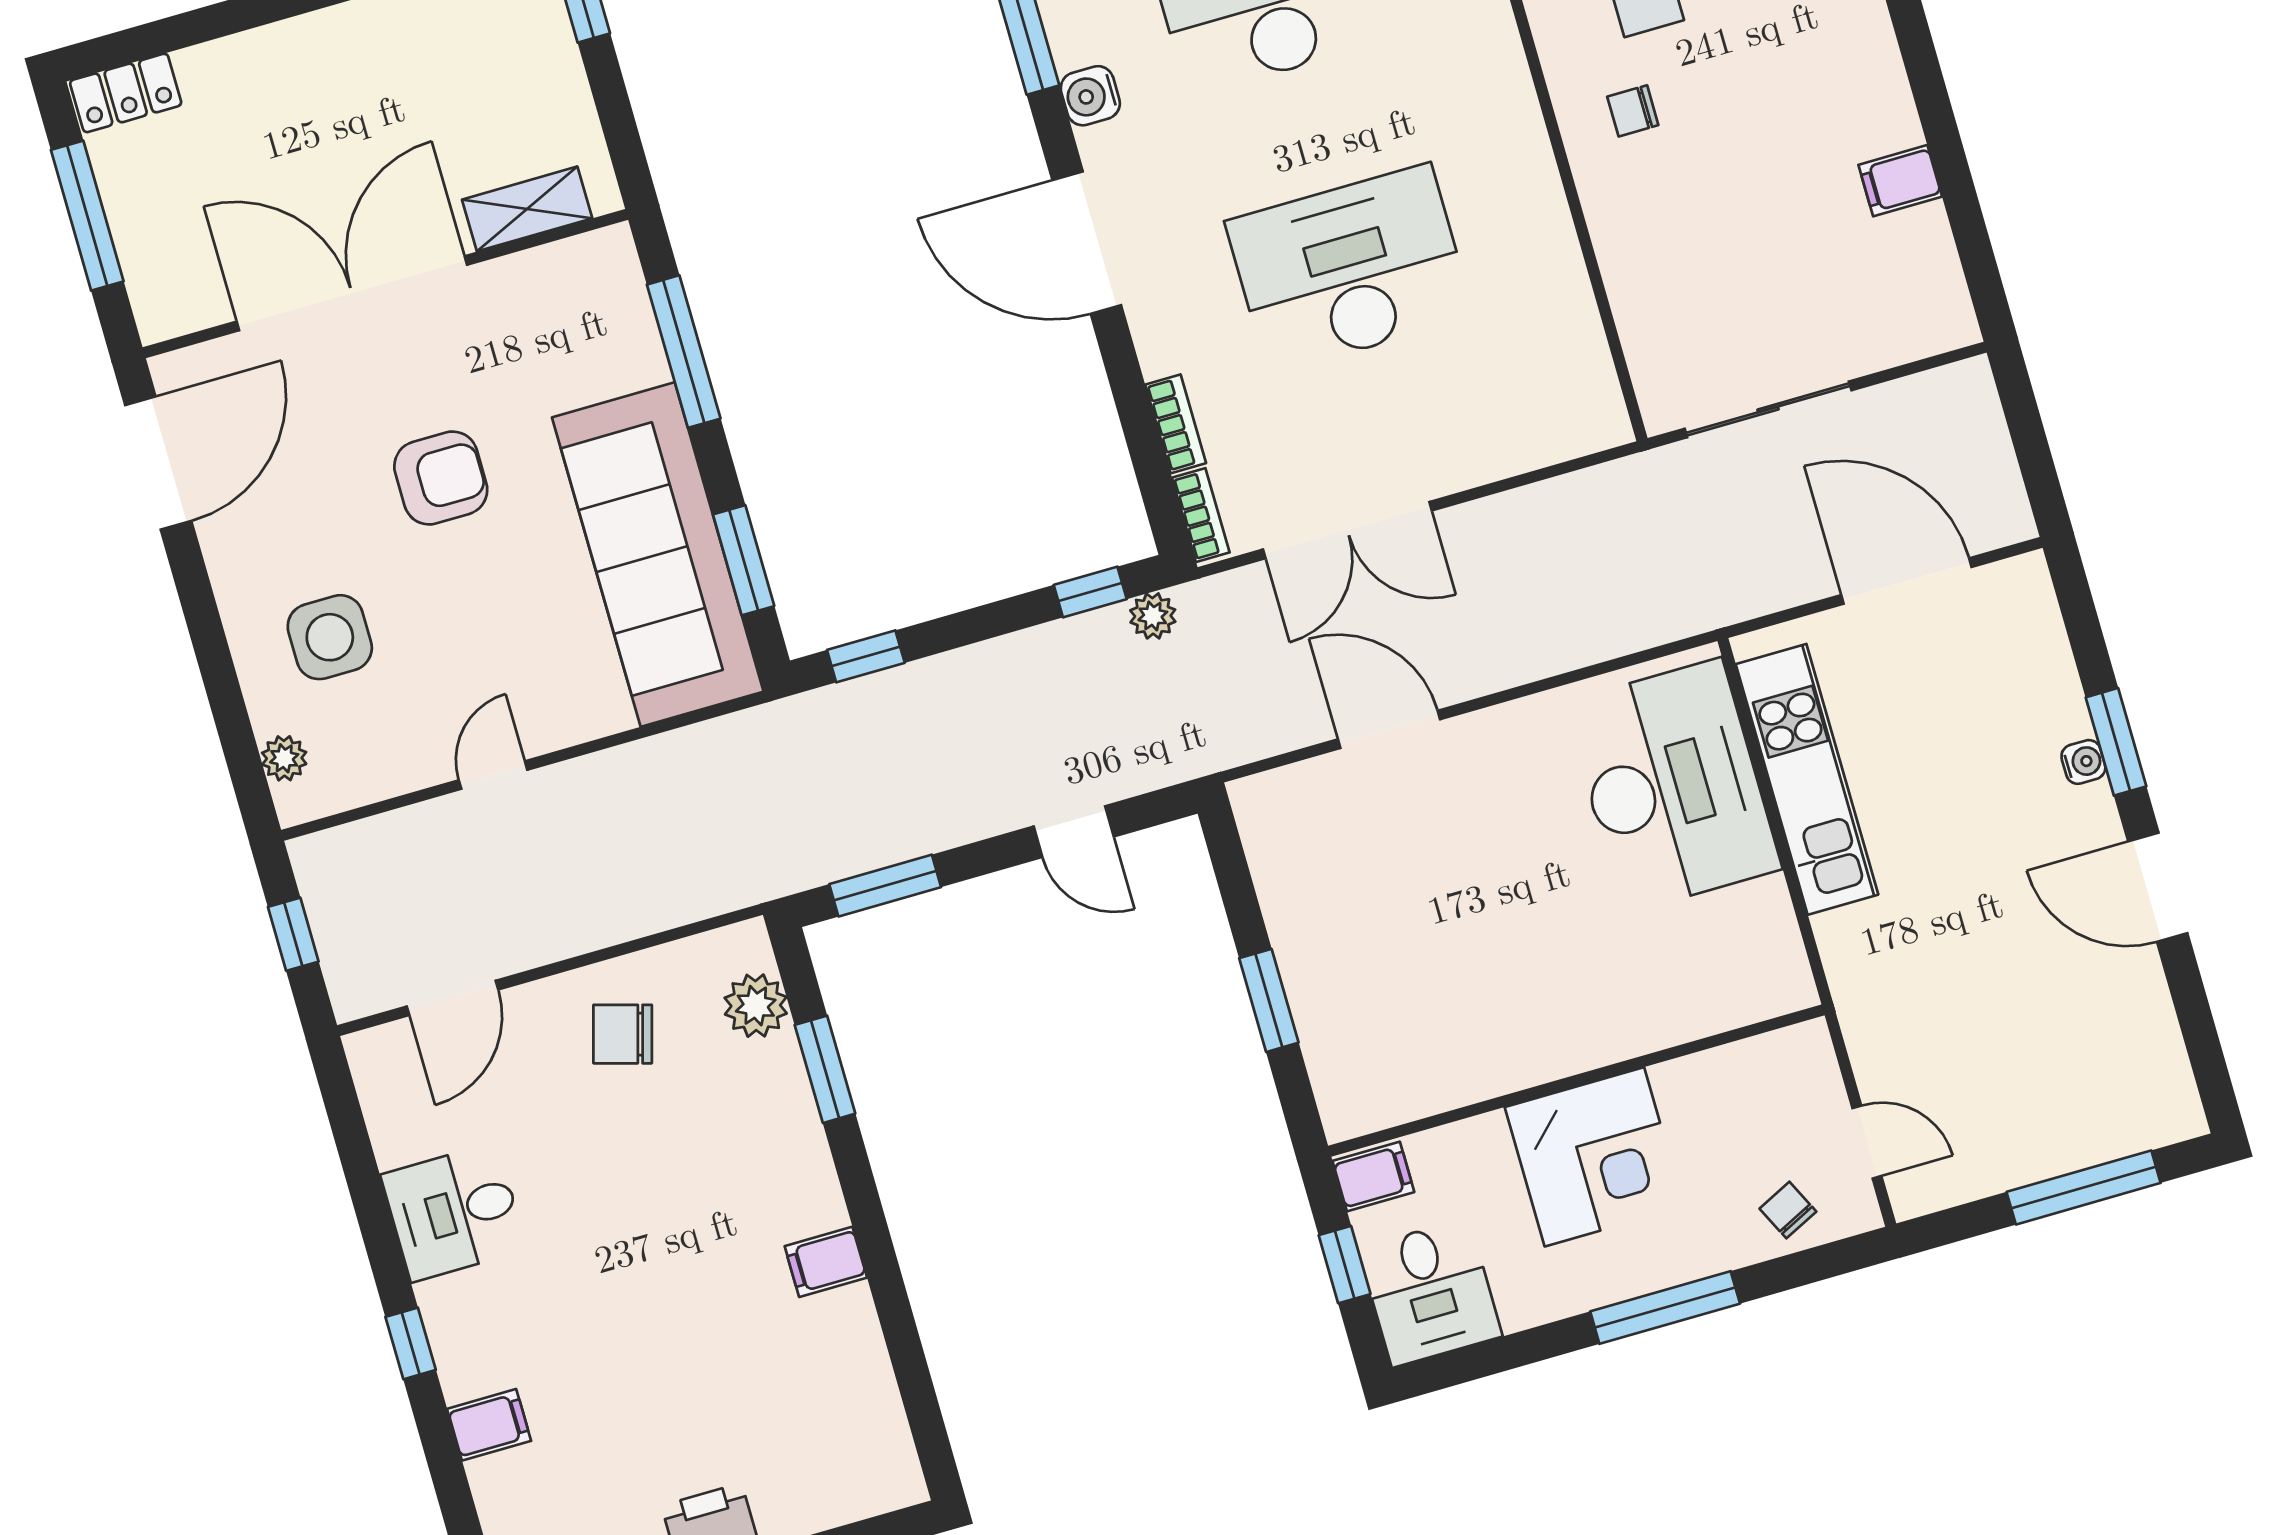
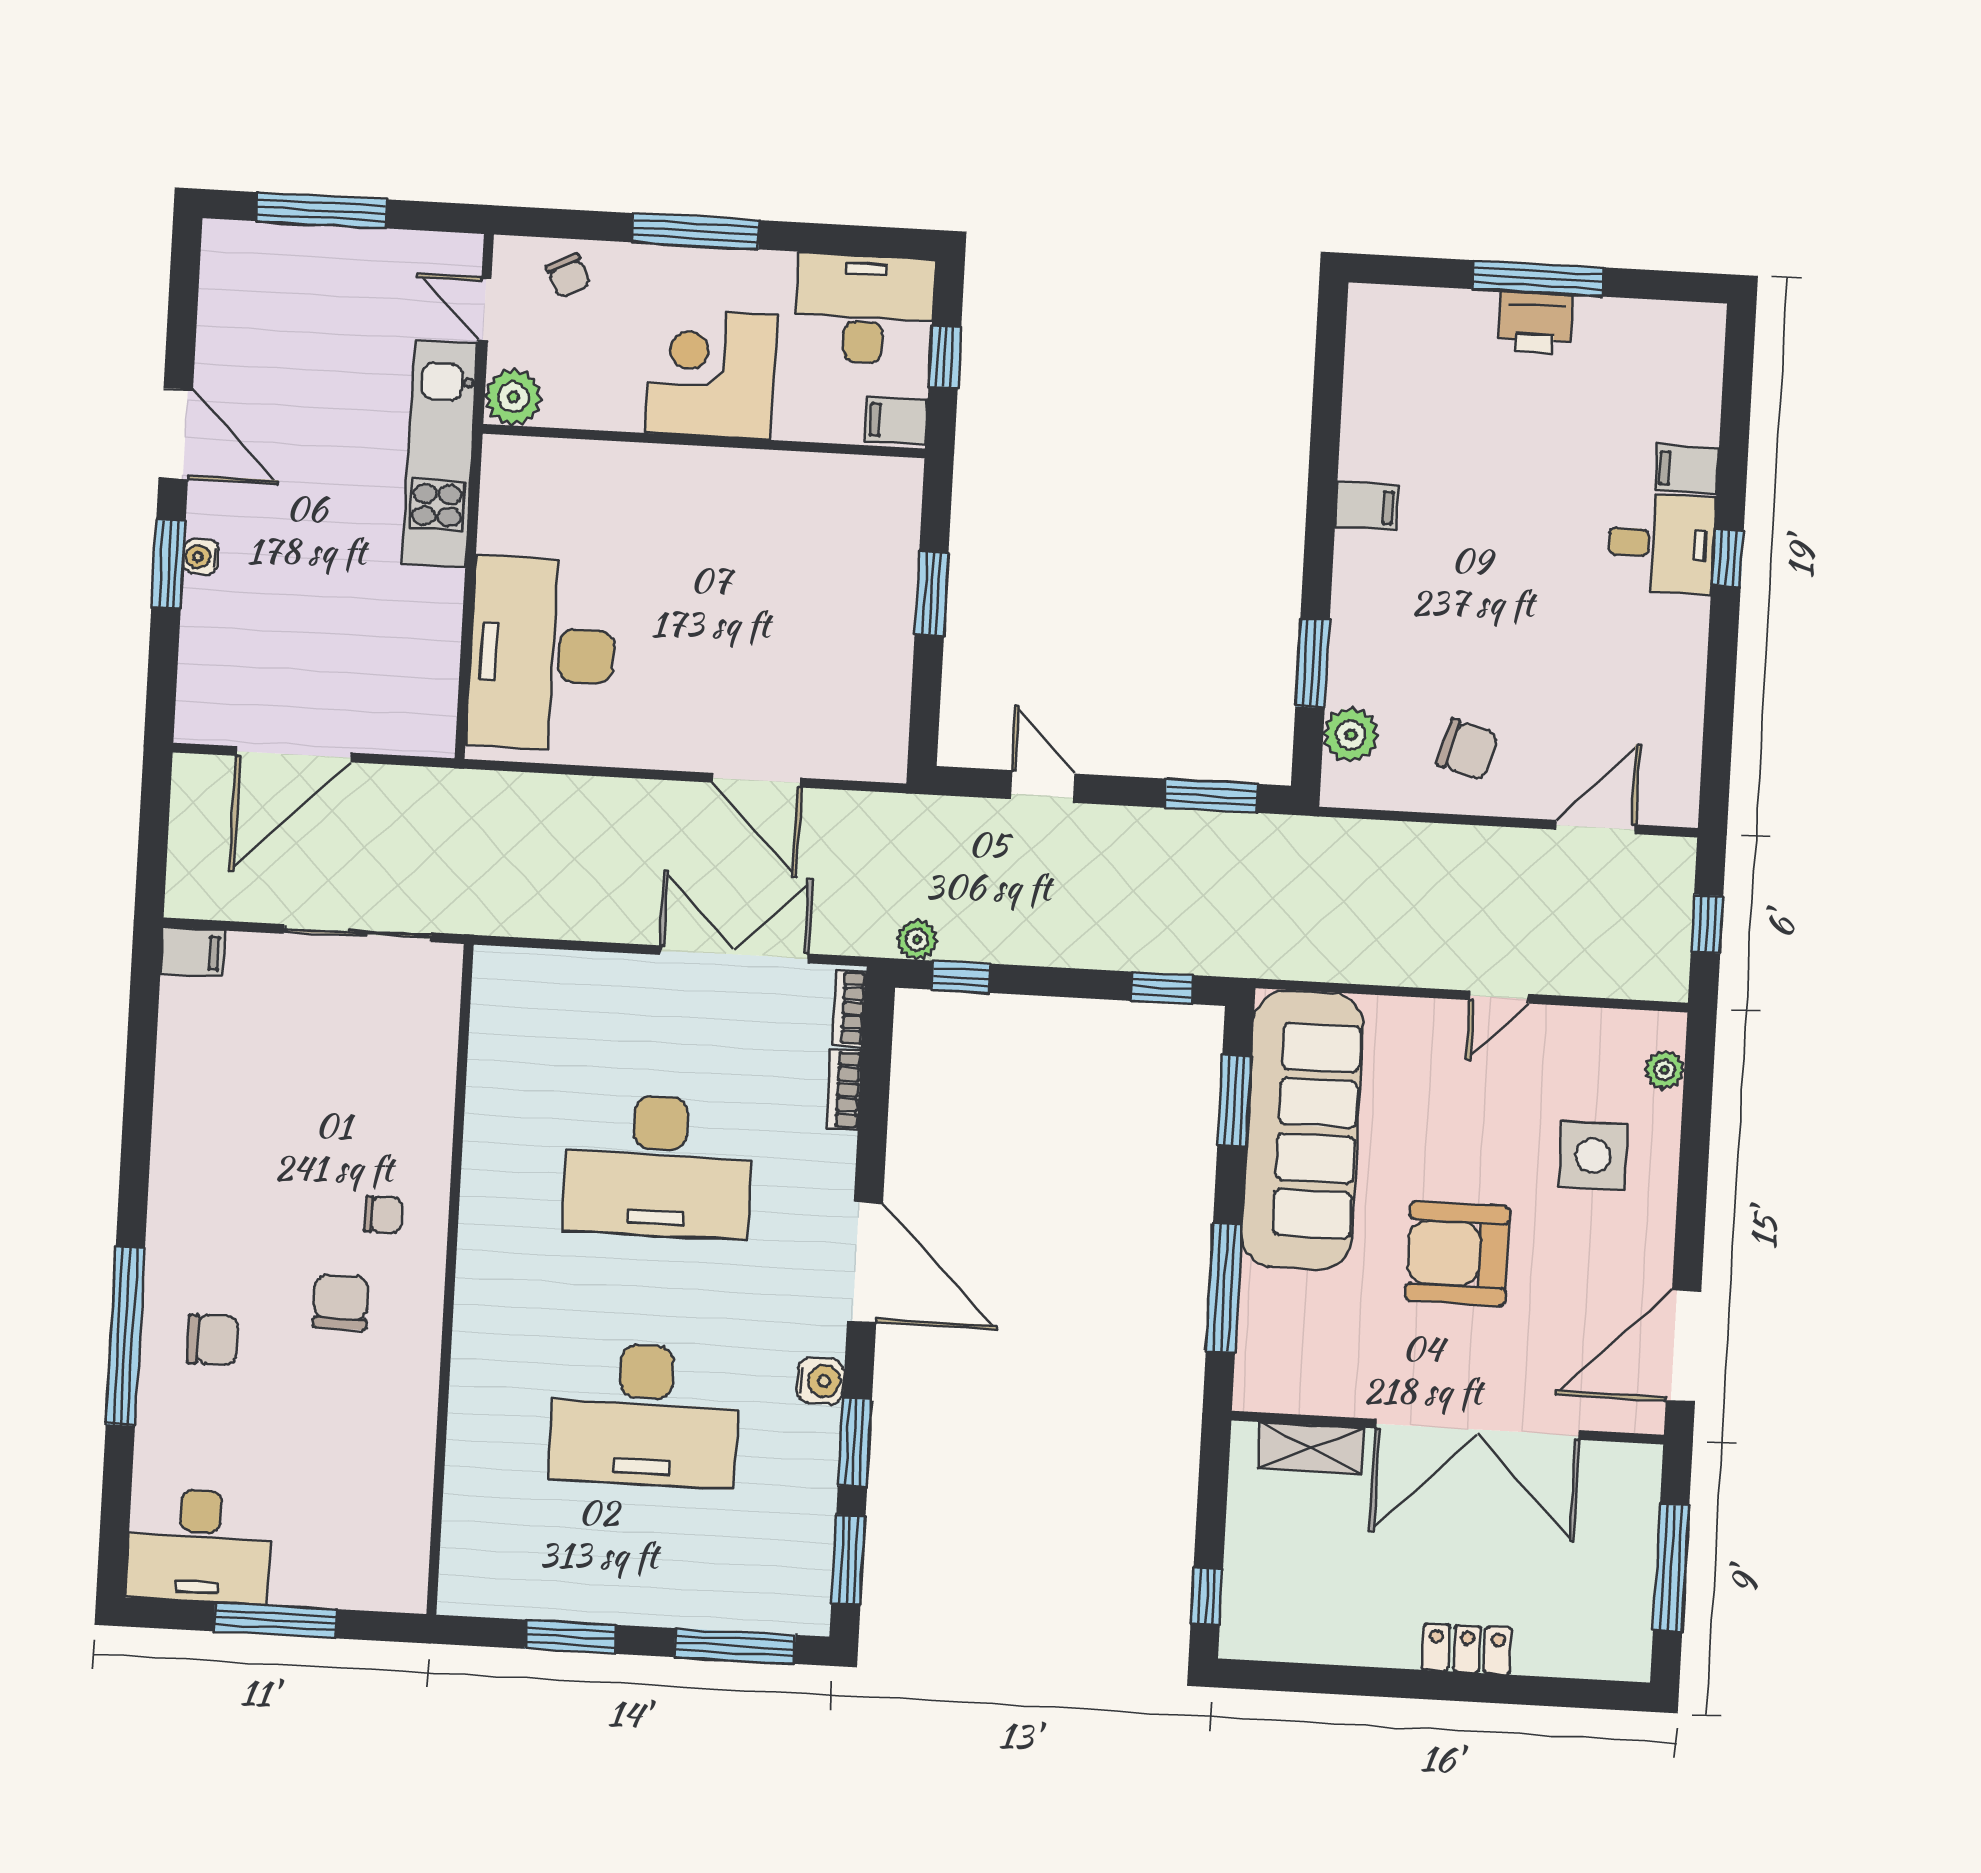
locker: (126, 93) -> (1467, 1649), moved
filing cabinet: (1900, 181) -> (192, 952), moved
armchair: (441, 478) -> (1458, 1254), width x1.36, depth x1.36
door: (1906, 581) -> (294, 754), hinge flipped
kitchen unit: (1807, 779) -> (440, 453), moved
plant: (1802, 1056) -> (513, 397), added
desk: (454, 1212) -> (1661, 544), moved
desk: (1430, 1292) -> (864, 309), width x1.37

